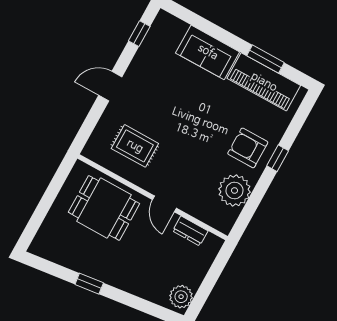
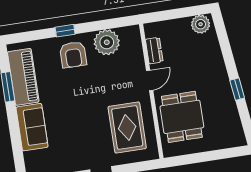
rug: (135, 146) -> (127, 127), width x1.36, depth x1.43

